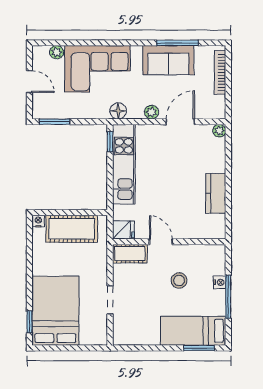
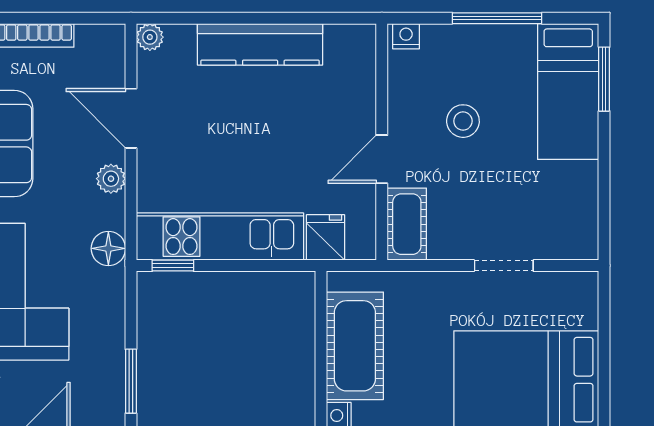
kitchen counter: (216, 193) -> (260, 44), width x1.50
fridge: (123, 230) -> (326, 237), moved
nightstand: (220, 282) -> (406, 36), moved

